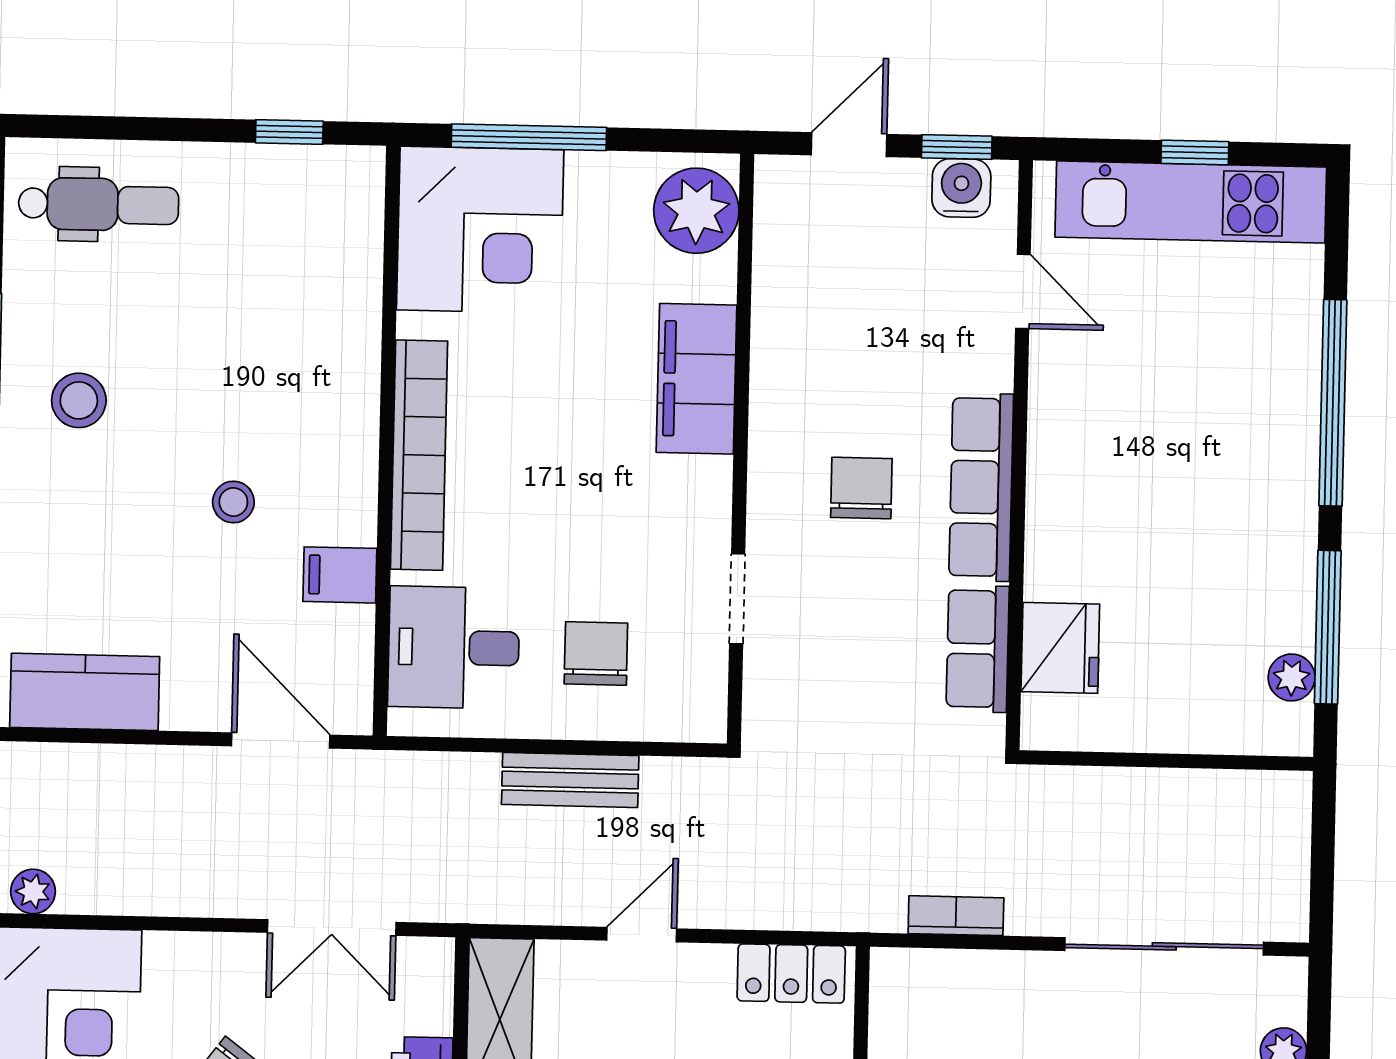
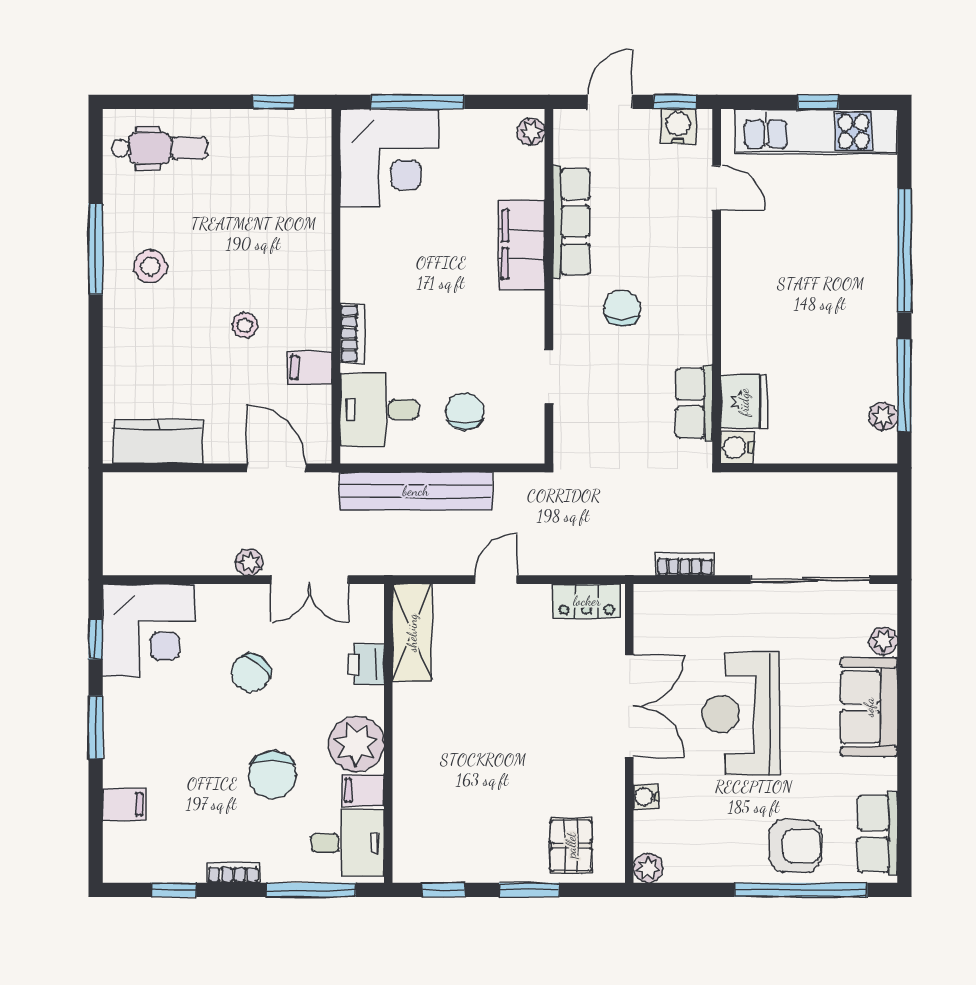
plant: (696, 211) -> (531, 132), width x0.53, depth x0.53
bookcase: (419, 455) -> (352, 334), width x0.43, depth x0.76
row of seats: (981, 487) -> (571, 222), moved, turned 180
water cooler: (1047, 724) -> (737, 447), added
bench: (570, 780) -> (416, 491), width x1.86, depth x1.21
plant: (33, 891) -> (249, 562), moved

